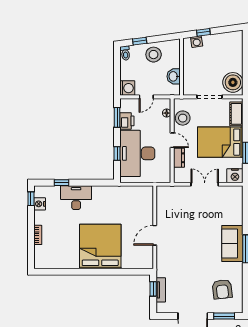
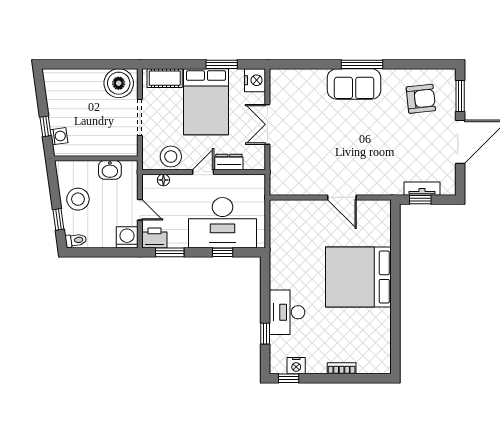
printer: (127, 121) -> (155, 238), moved

